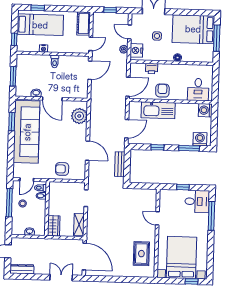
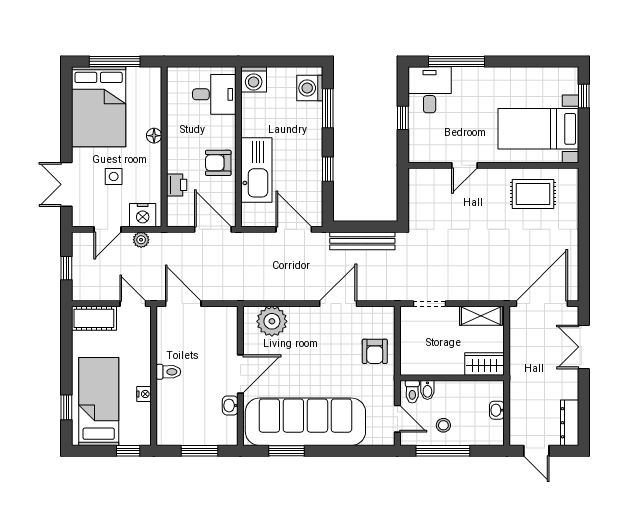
bench: (120, 164) -> (362, 241), width x1.36
bed with nightstands: (182, 258) -> (538, 129), width x0.73

